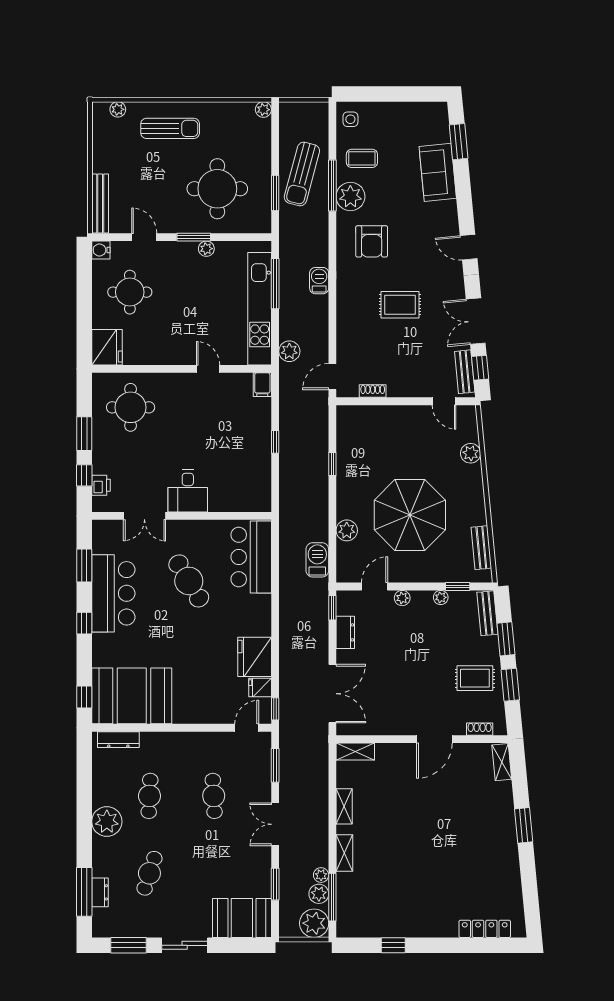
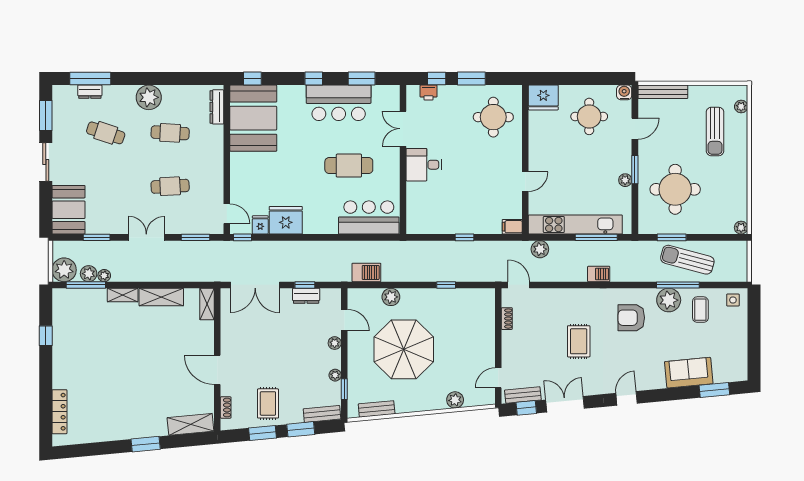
sun lounger: (170, 128) -> (715, 131), moved
cafe table: (189, 581) -> (349, 166), turned 31
window: (332, 608) -> (305, 285), moved
shelving: (502, 762) -> (190, 424), width x1.50, depth x1.33
shelving: (344, 806) -> (161, 297), width x1.50, depth x1.33

